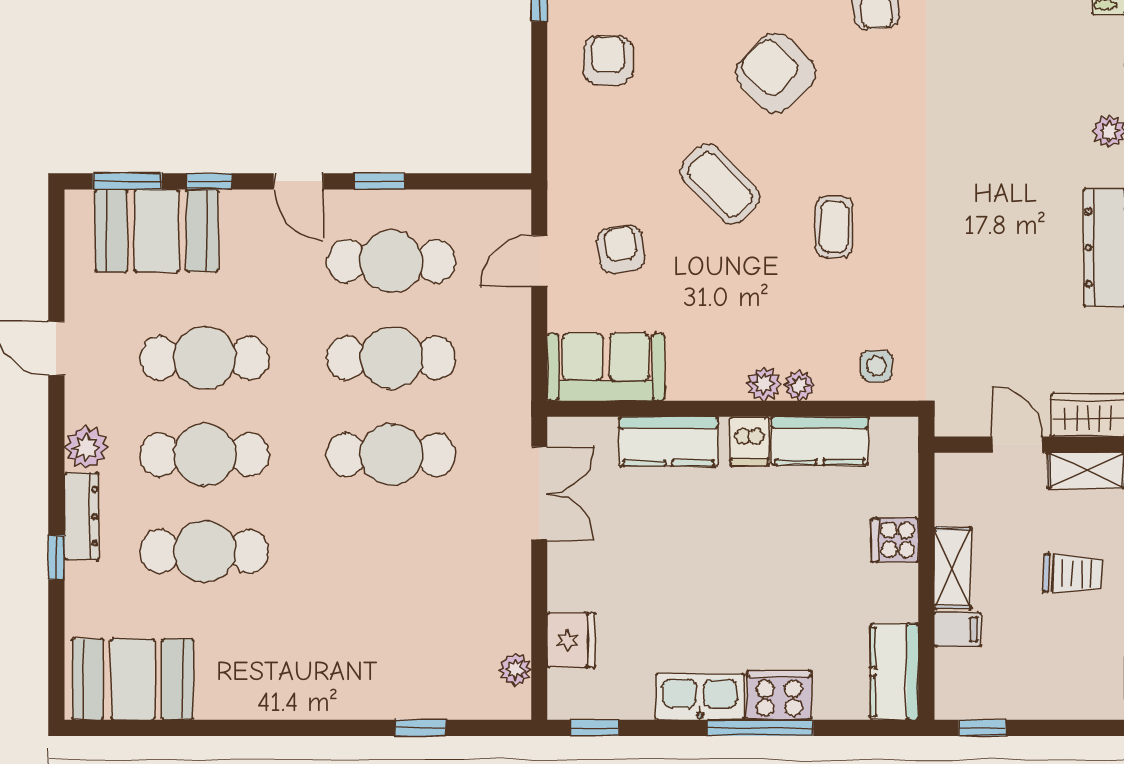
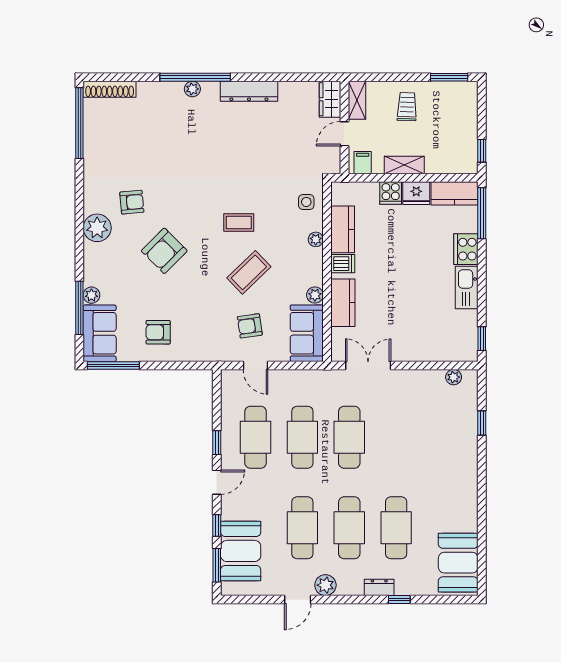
coffee table: (720, 184) -> (249, 272), moved
plant: (764, 384) -> (315, 295), moved
plant: (86, 448) -> (325, 585), moved
dresser: (82, 516) -> (379, 587), width x0.70
filing cabinet: (958, 630) -> (363, 163), moved
fridge: (571, 640) -> (416, 193), moved, turned 180
window: (760, 728) -> (482, 213), moved

